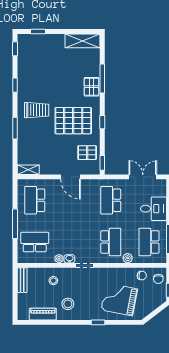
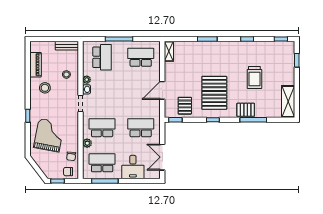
trolley: (37, 110) -> (254, 77), moved
double door: (143, 177) -> (162, 157), swing flipped
school desk: (111, 242) -> (102, 128), turned 180

